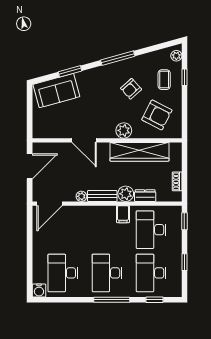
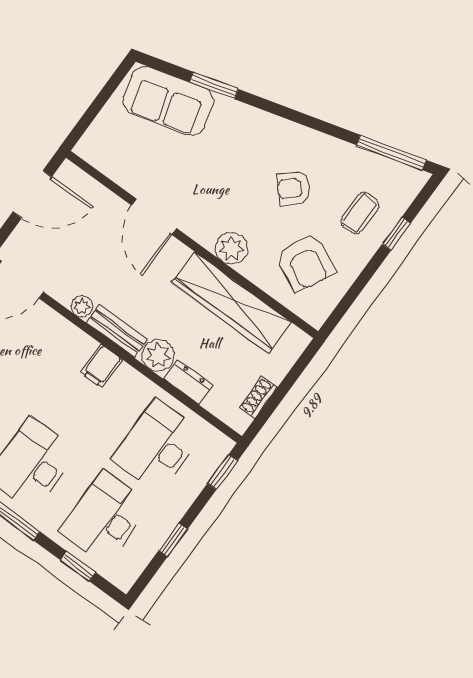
plant: (176, 56) -> (409, 188), removed
window: (118, 58) -> (391, 152), moved
filing cabinet: (123, 214) -> (102, 366), moved

